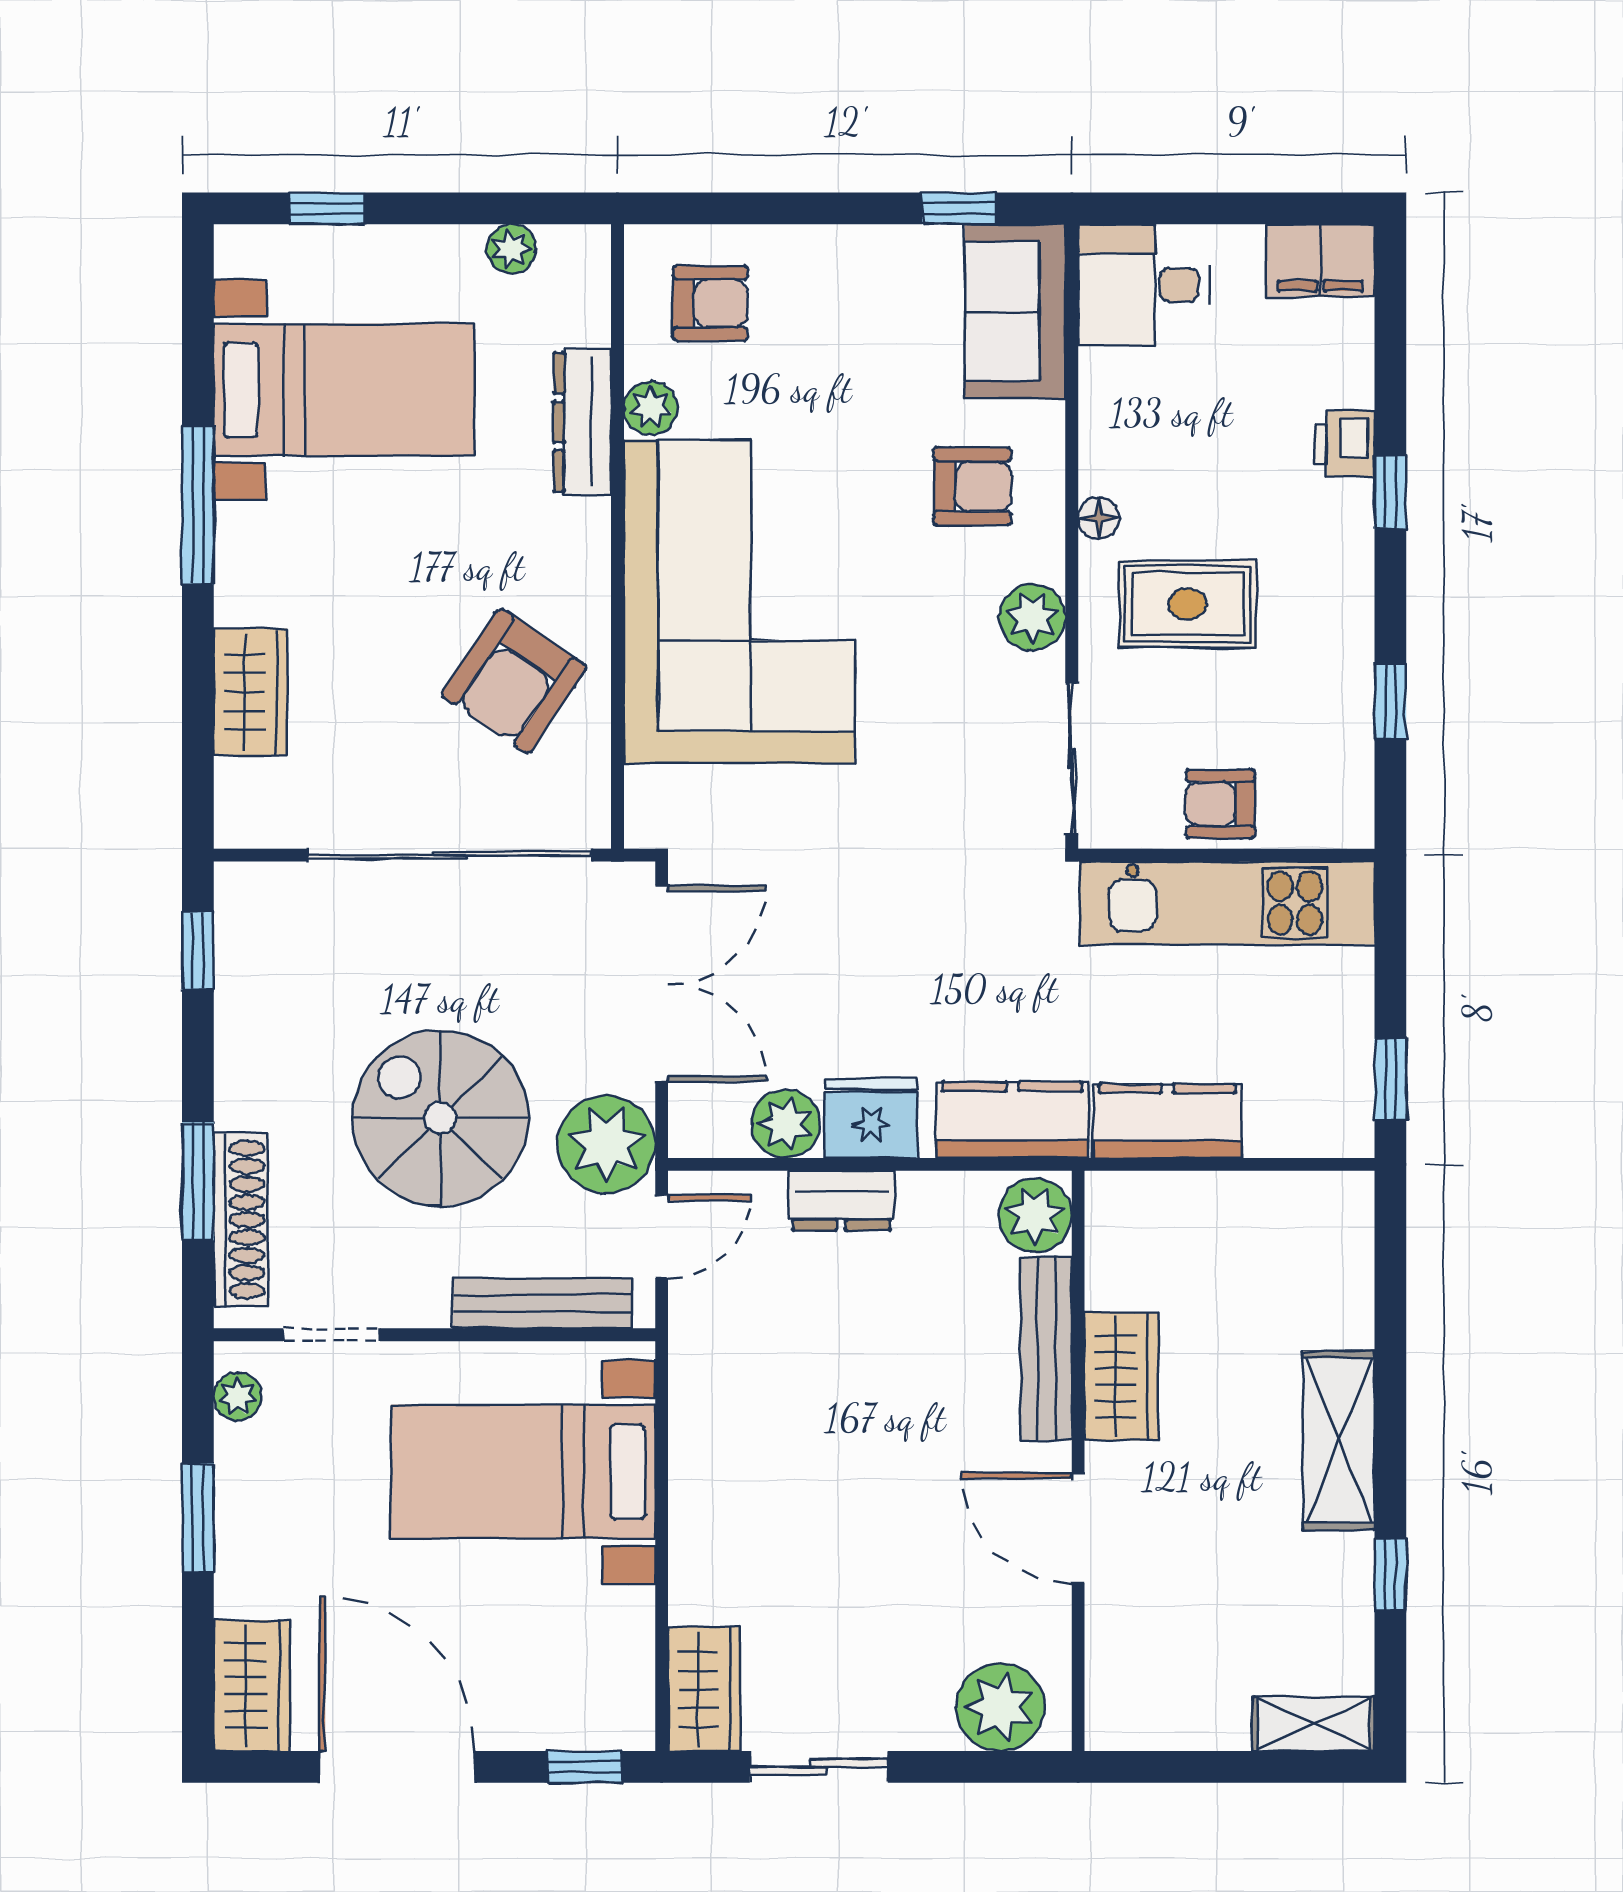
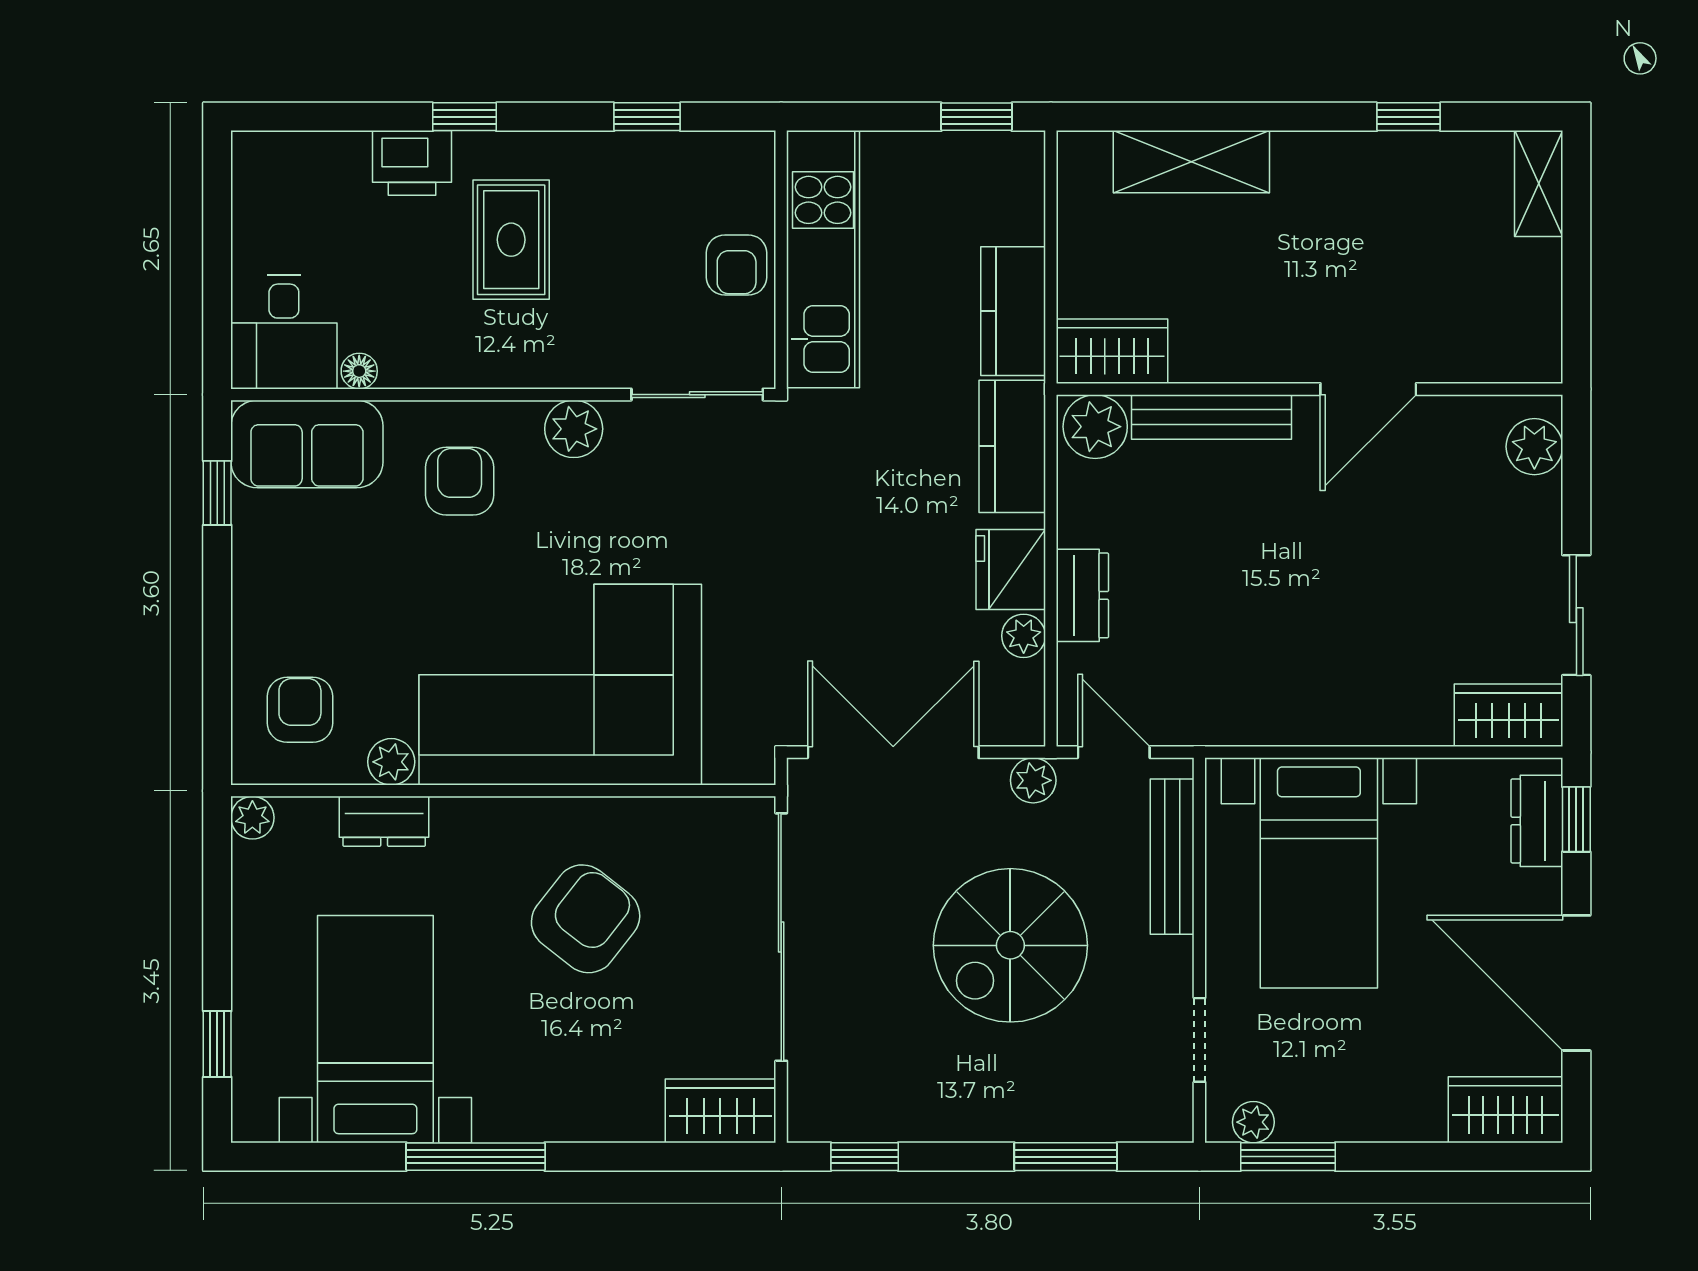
plant: (511, 249) -> (252, 818), moved
filing cabinet: (1320, 260) -> (263, 178), removed
dresser: (582, 422) -> (384, 821), width x0.70
printer: (1345, 444) -> (412, 163), width x1.36, depth x1.24
floor lamp: (1099, 518) -> (359, 371), moved
rug: (1188, 604) -> (511, 240), moved
armchair: (514, 681) -> (586, 919), moved, turned -86
wardrobe: (250, 692) -> (720, 1111), moved
plant: (786, 1124) -> (1024, 636), width x0.73, depth x0.73
plant: (607, 1144) -> (1033, 780), width x0.53, depth x0.53
shoe rack: (240, 1220) -> (1099, 1119), removed
wardrobe: (1121, 1376) -> (1112, 351), moved
shelving: (1339, 1440) -> (1191, 162), moved
window: (198, 1518) -> (1288, 1157), moved
plant: (1000, 1707) -> (1534, 447), width x0.73, depth x0.73
dresser: (583, 1722) -> (1537, 821), added
door: (397, 1767) -> (1576, 983), hinge flipped

